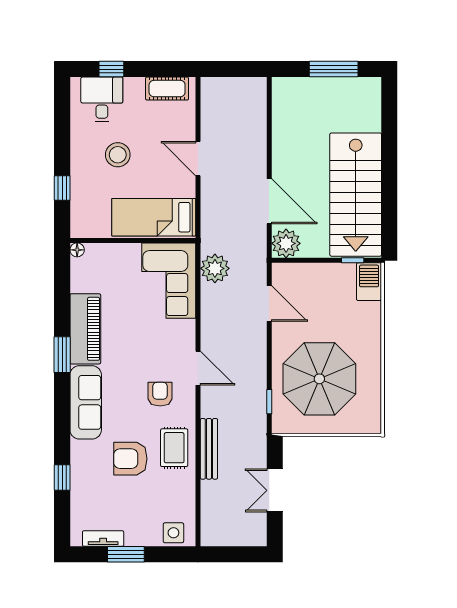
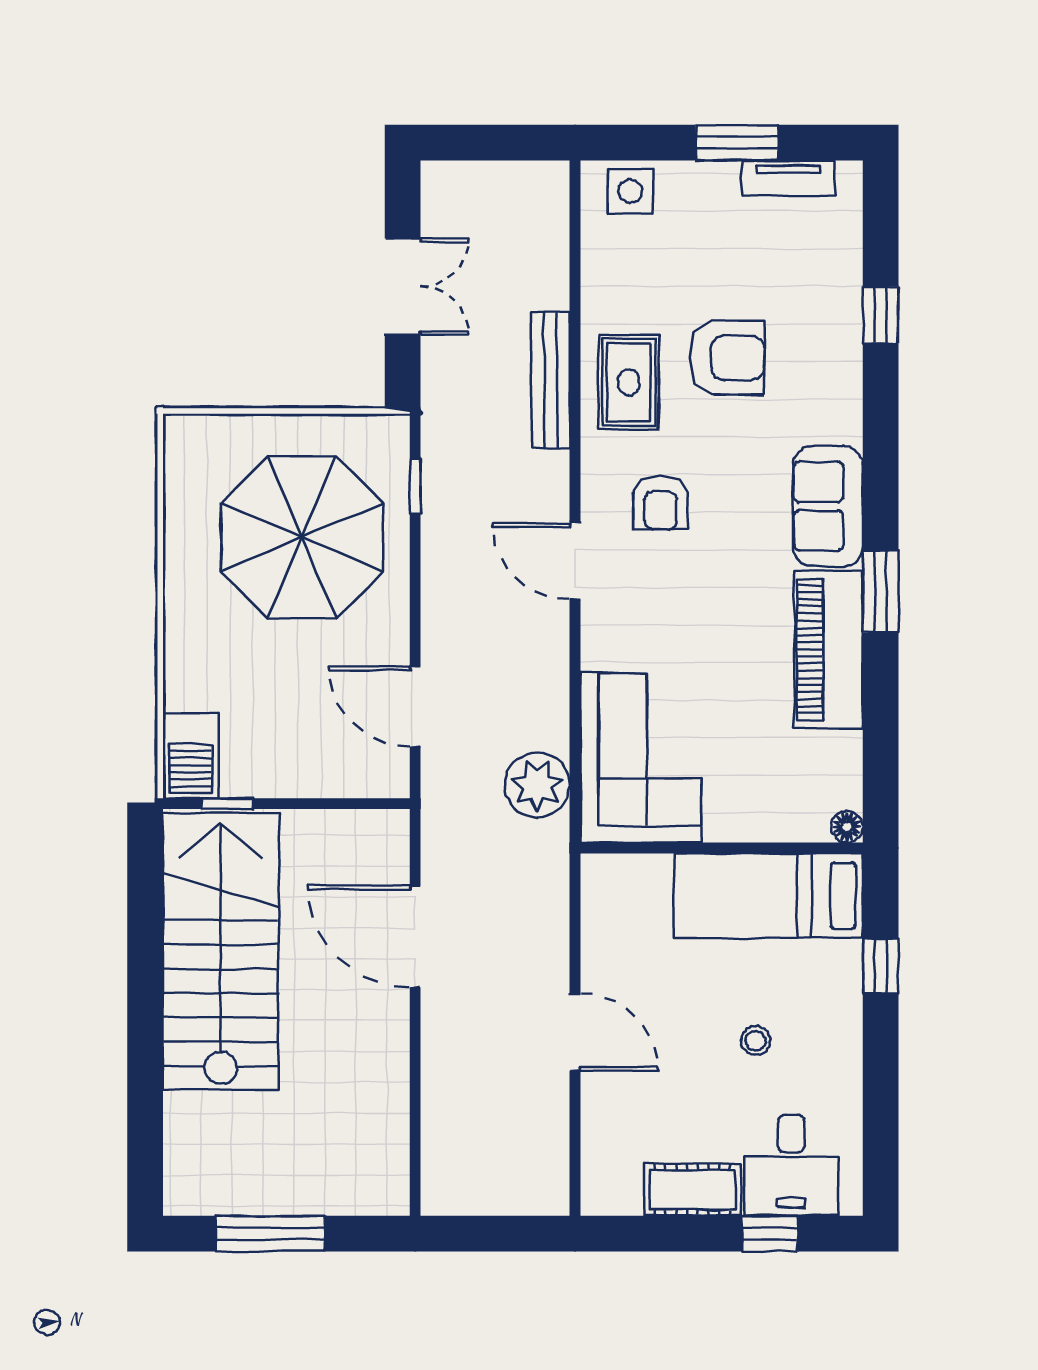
cot: (167, 89) -> (693, 1190), moved
stool: (118, 155) -> (756, 1041), width x0.53, depth x0.53
bed: (154, 217) -> (769, 896), moved, turned 180
plant: (286, 243) -> (377, 842), removed
sofa: (86, 402) -> (828, 506), width x0.73

